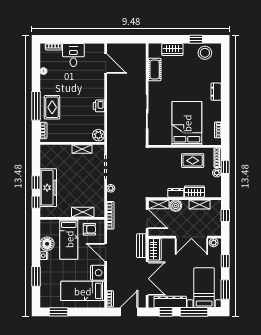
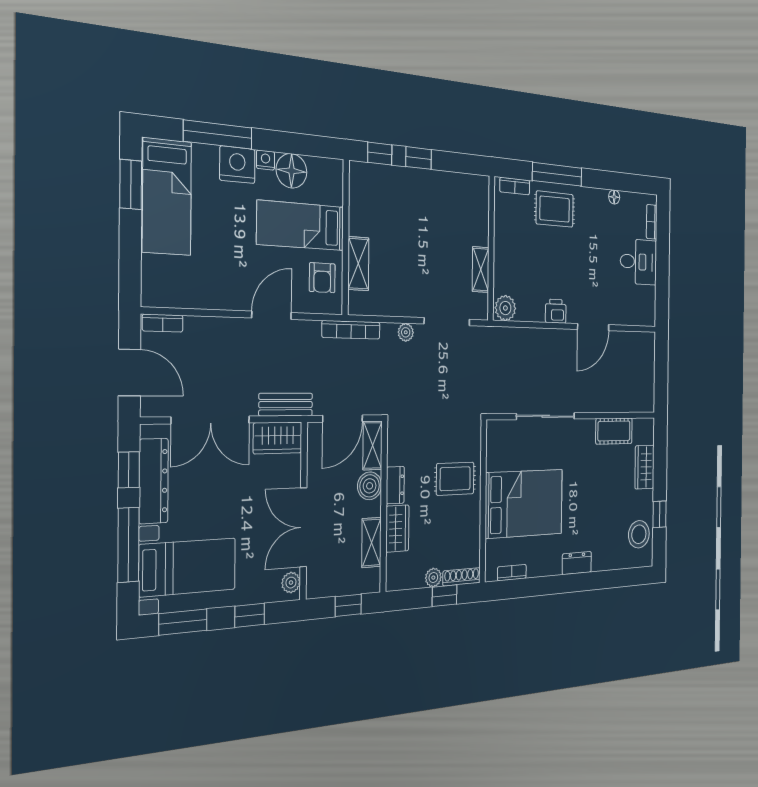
door: (106, 64) -> (593, 327), moved
rug: (193, 161) -> (455, 479), moved, turned 90
freezer: (48, 188) -> (408, 186), removed
nightstand: (98, 273) -> (237, 165), moved, turned 180
window: (36, 276) -> (218, 135), width x1.44
bed: (83, 291) -> (167, 197), moved, turned 180

